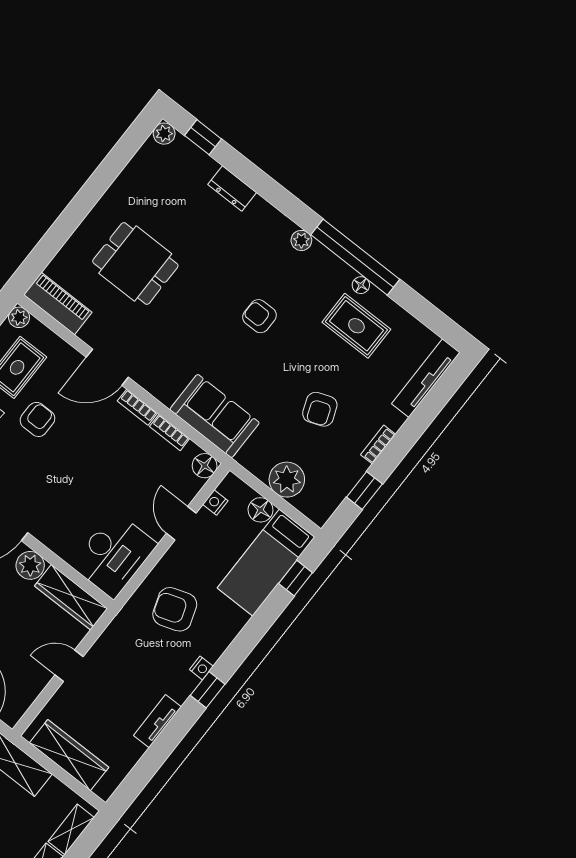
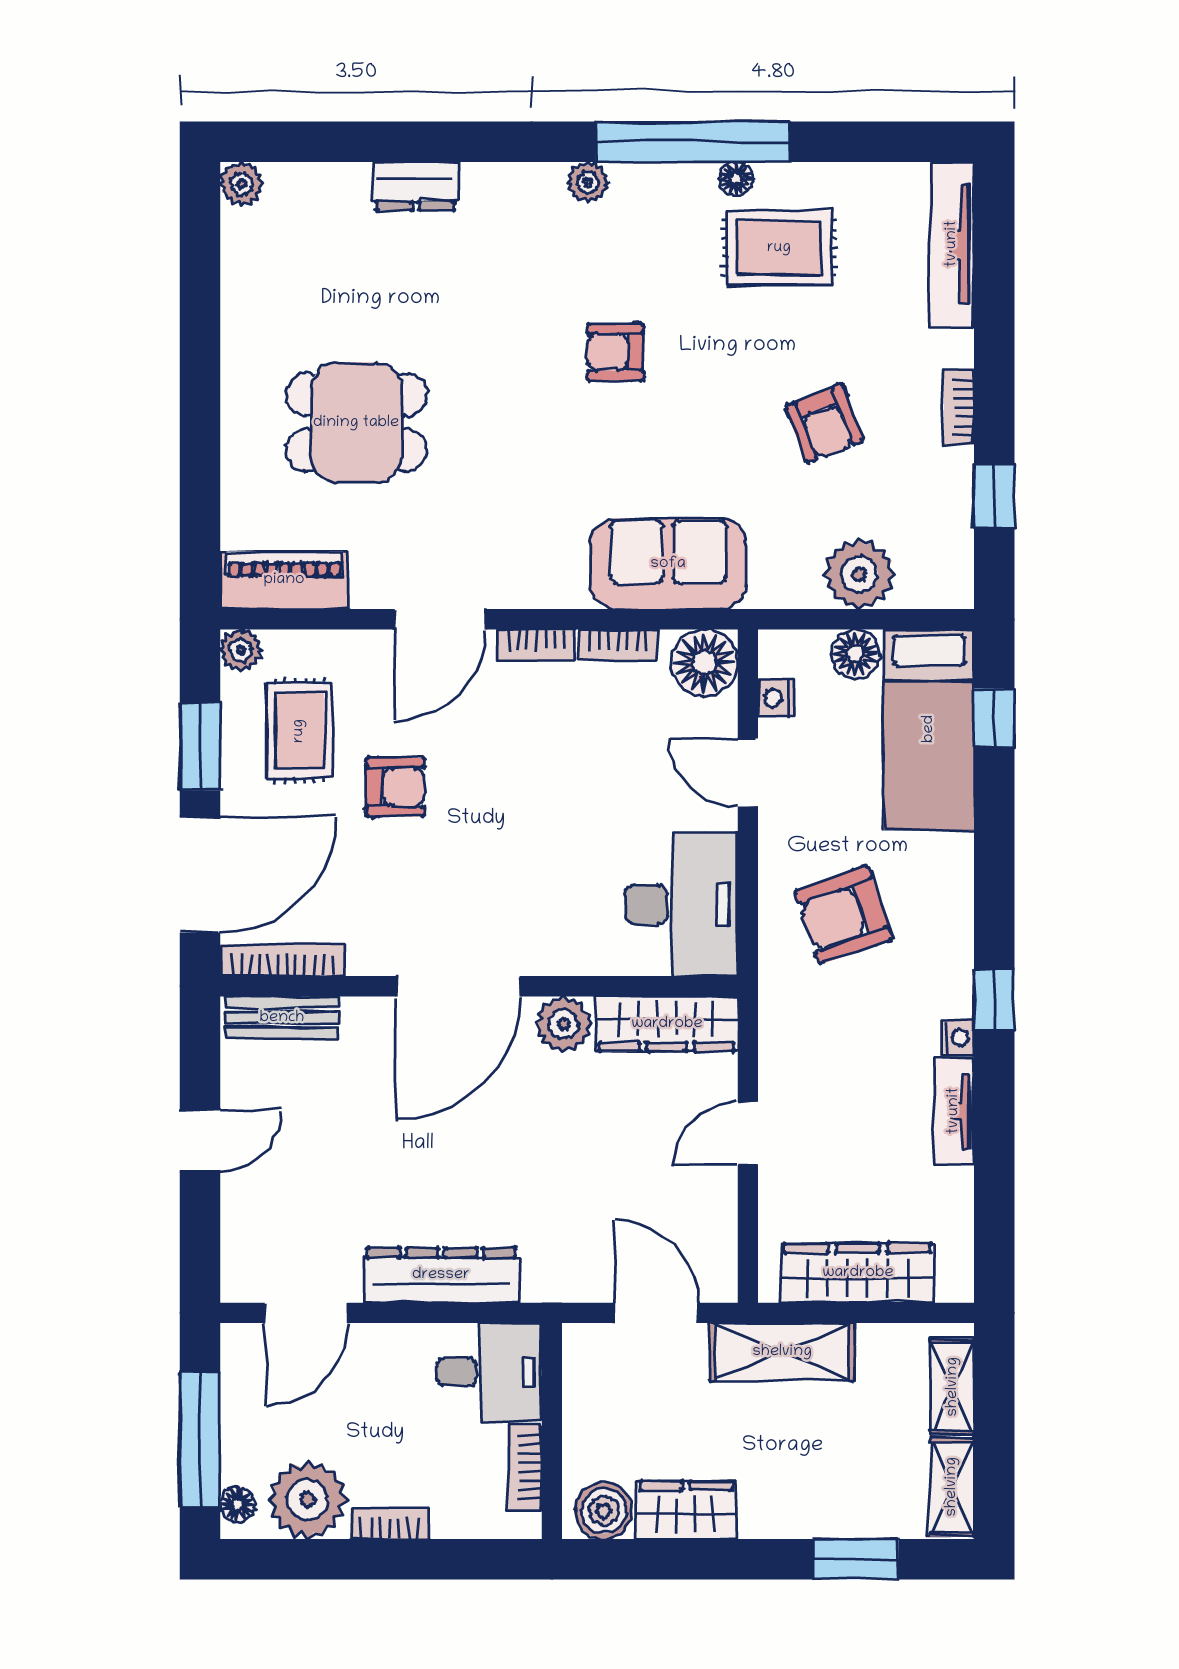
window: (203, 137) -> (307, 142), removed
armchair: (37, 419) -> (395, 787), turned 90
floor lamp: (205, 466) -> (704, 663), width x1.38, depth x1.38
nightstand: (201, 668) -> (957, 1037), moved

